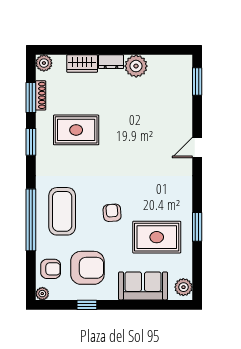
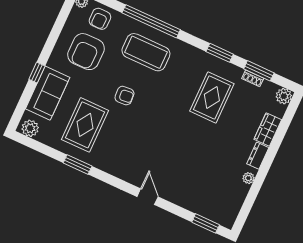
plant: (136, 66) -> (248, 178), width x0.53, depth x0.53
shoe rack: (41, 95) -> (253, 78), width x0.70
window: (87, 305) -> (37, 73), moved

